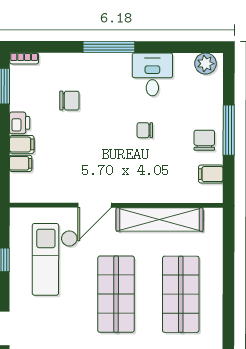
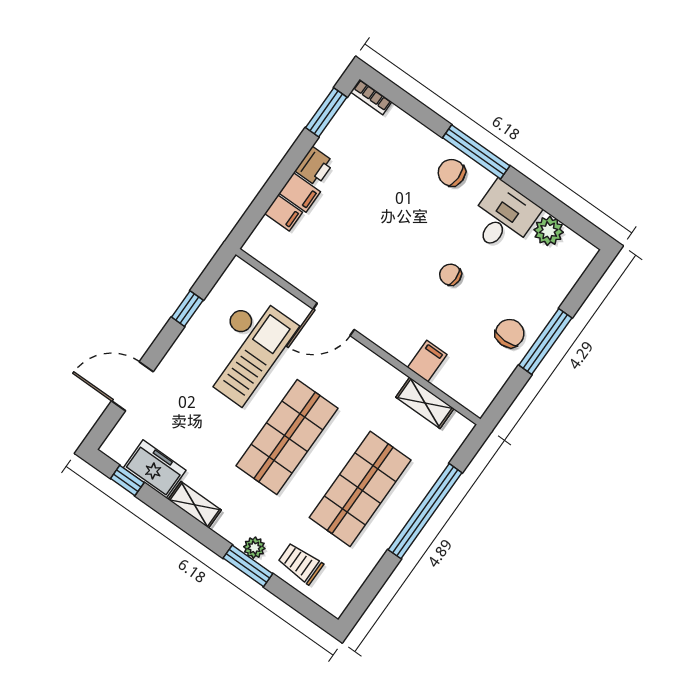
plant: (206, 64) -> (549, 231), moved
chair: (69, 101) -> (452, 173), moved, turned 180
filing cabinet: (211, 174) -> (427, 361), moved, turned 90
shelving: (160, 219) -> (425, 403), width x0.45, depth x0.75
checkout: (55, 259) -> (246, 349), turned 180
window: (228, 280) -> (425, 511), added

